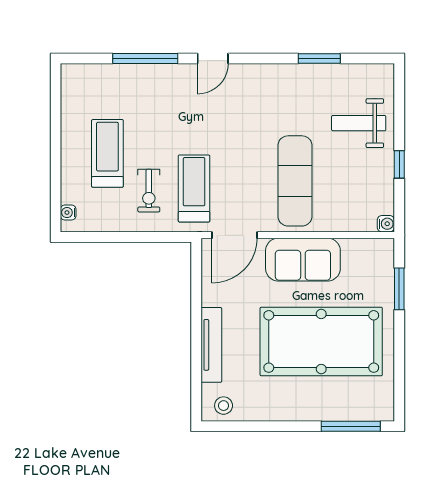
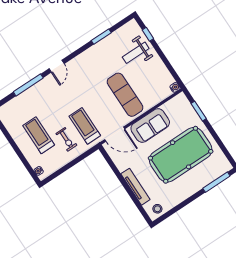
window: (399, 164) -> (148, 34), moved
door: (234, 235) -> (115, 134), hinge flipped

